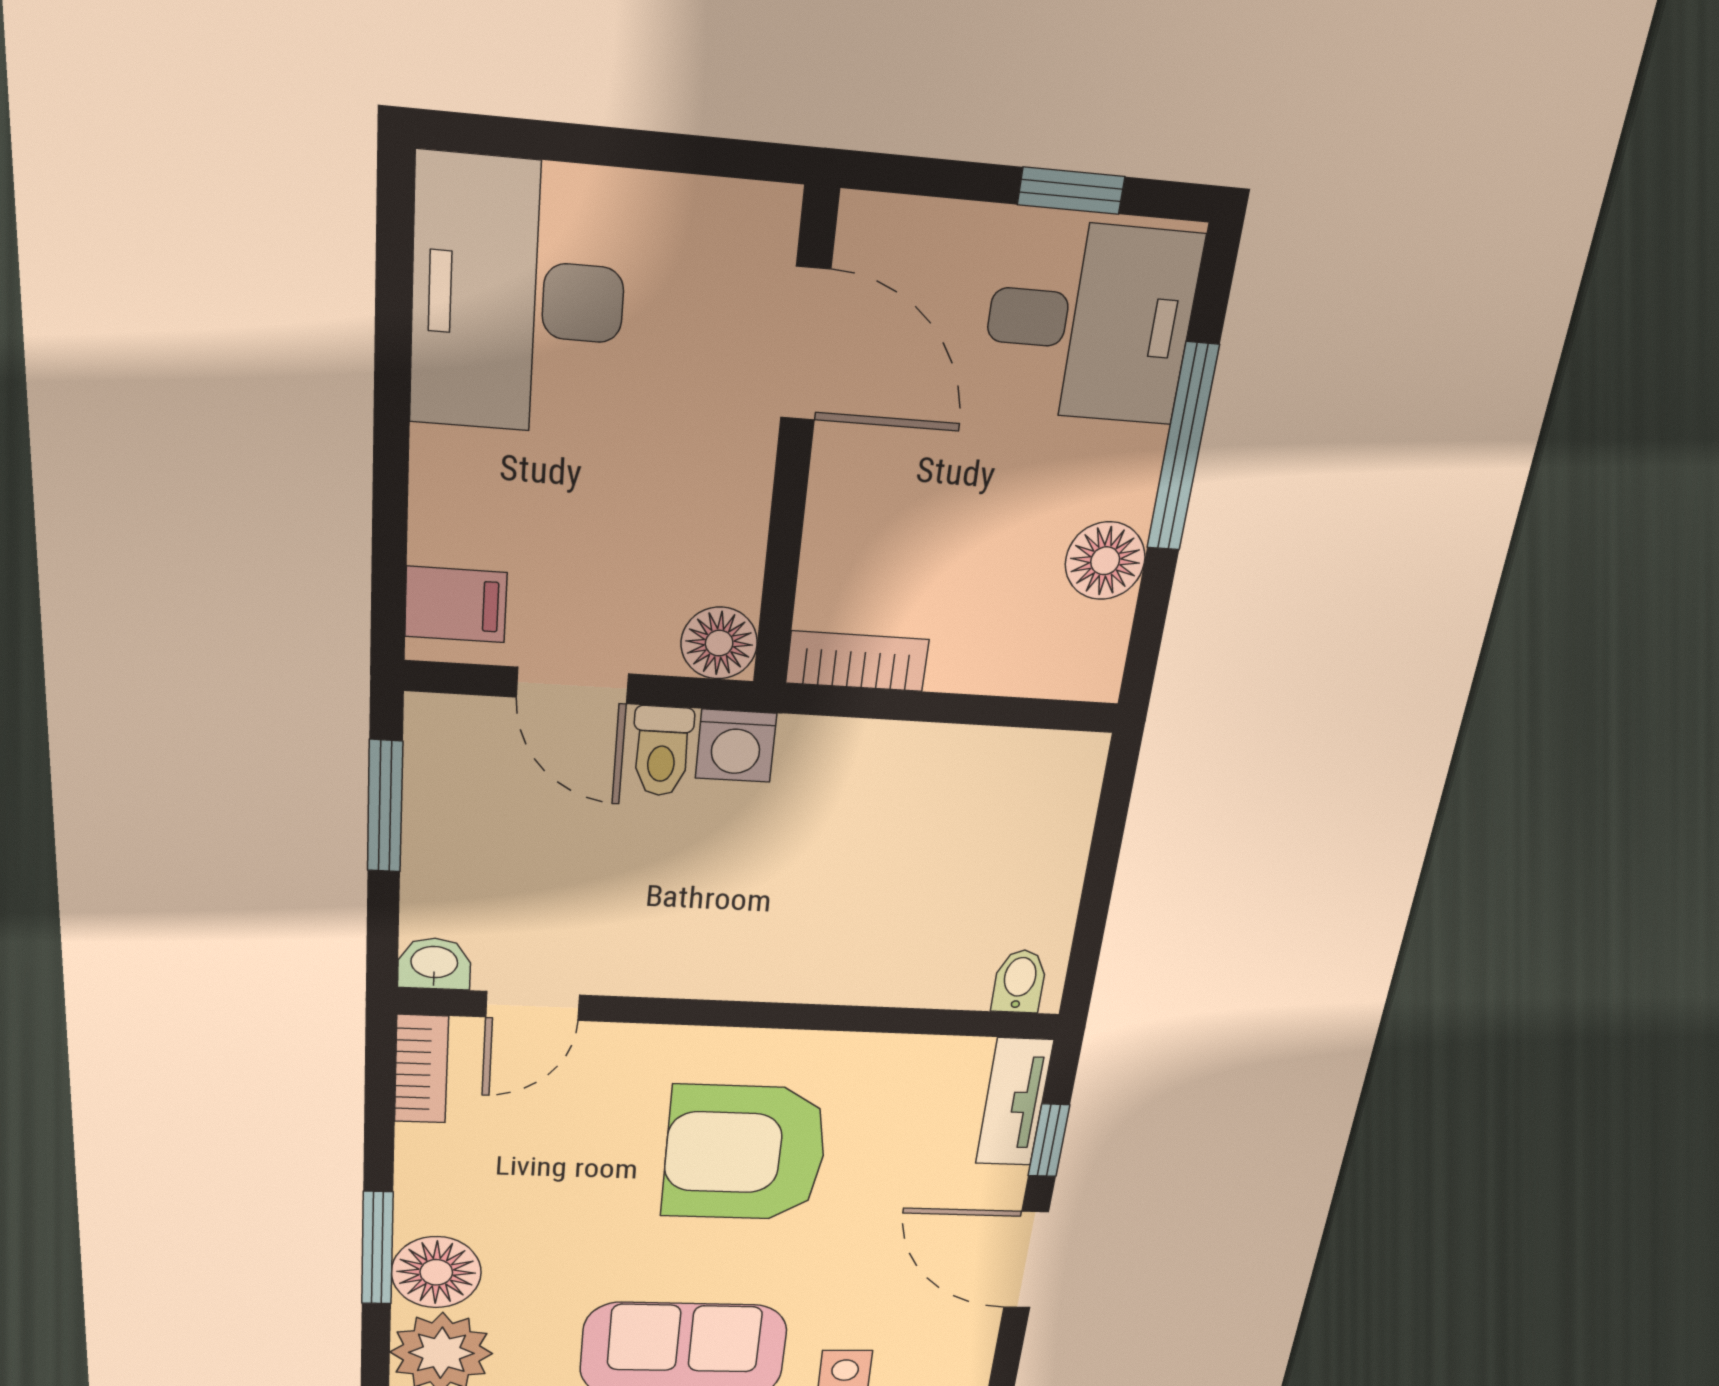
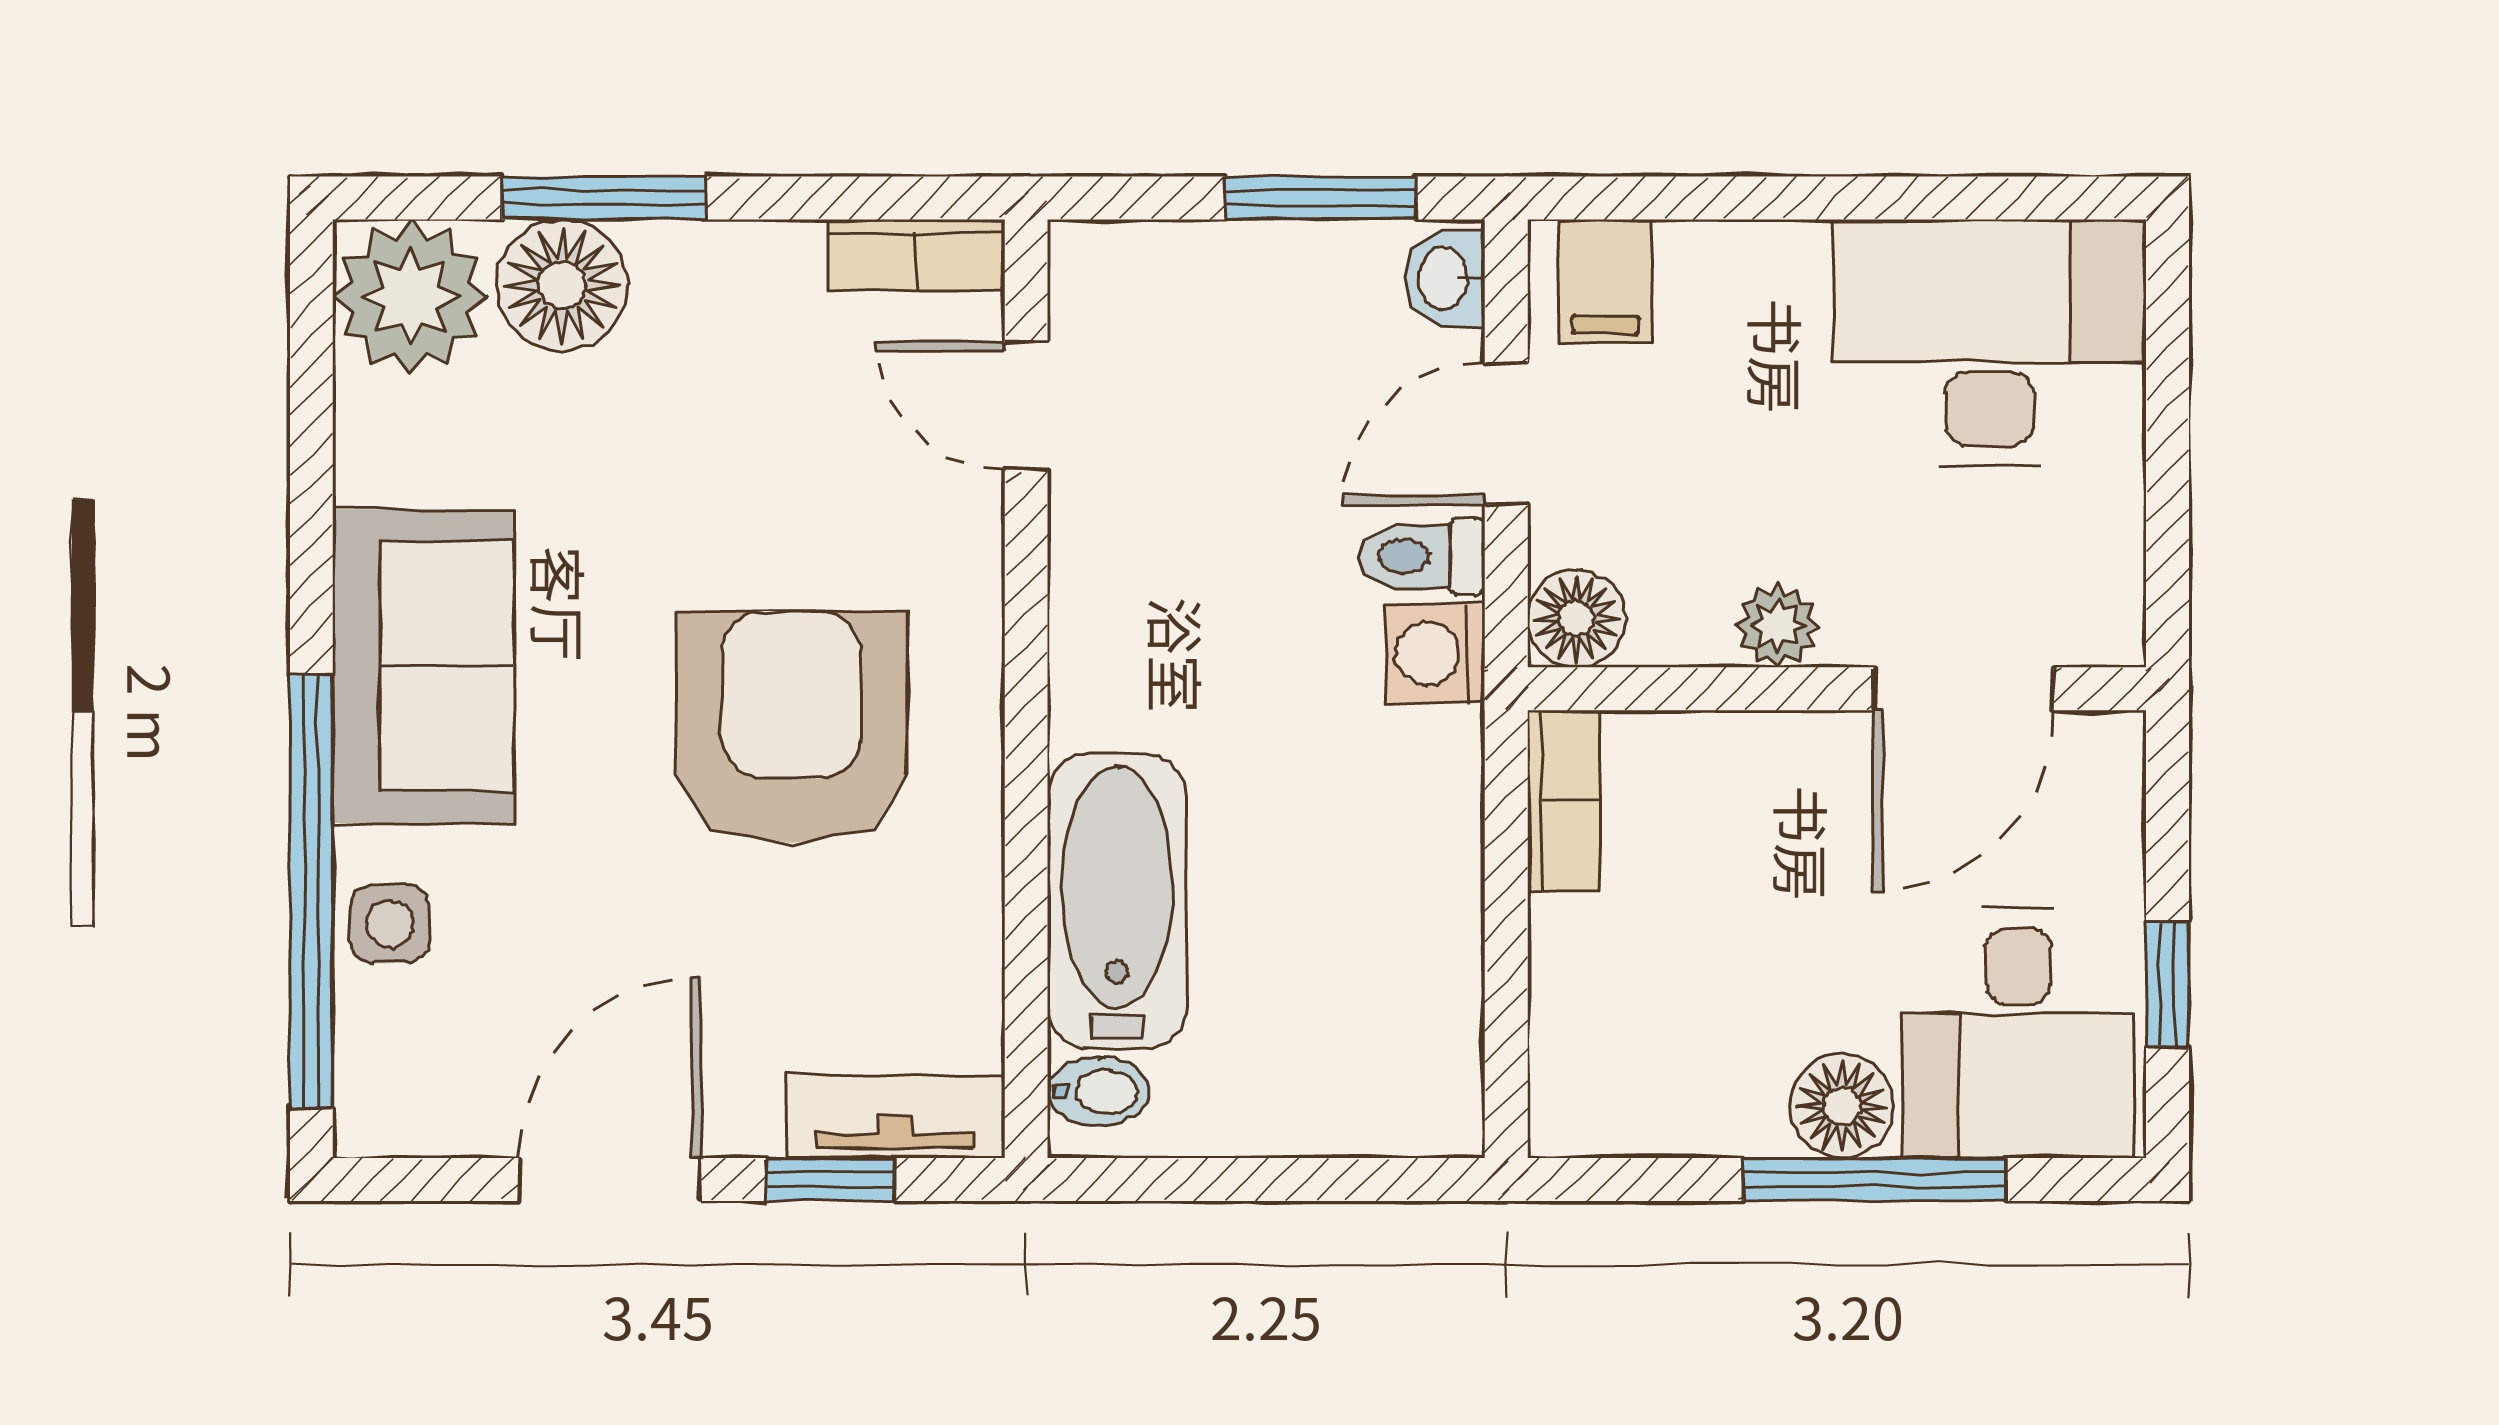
plant: (739, 491) -> (1778, 625), added
floor lamp: (1105, 561) -> (1842, 1106), moved
washbasin: (434, 964) -> (1445, 279), moved, turned 180
bathtub: (890, 964) -> (1117, 901), added

